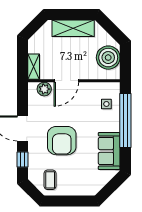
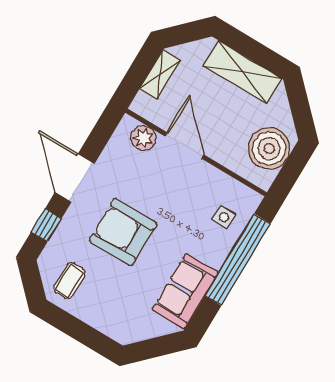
shelving: (34, 67) -> (160, 74), moved
door: (66, 81) -> (184, 145), swing flipped
armchair: (62, 141) -> (123, 232), turned 90

